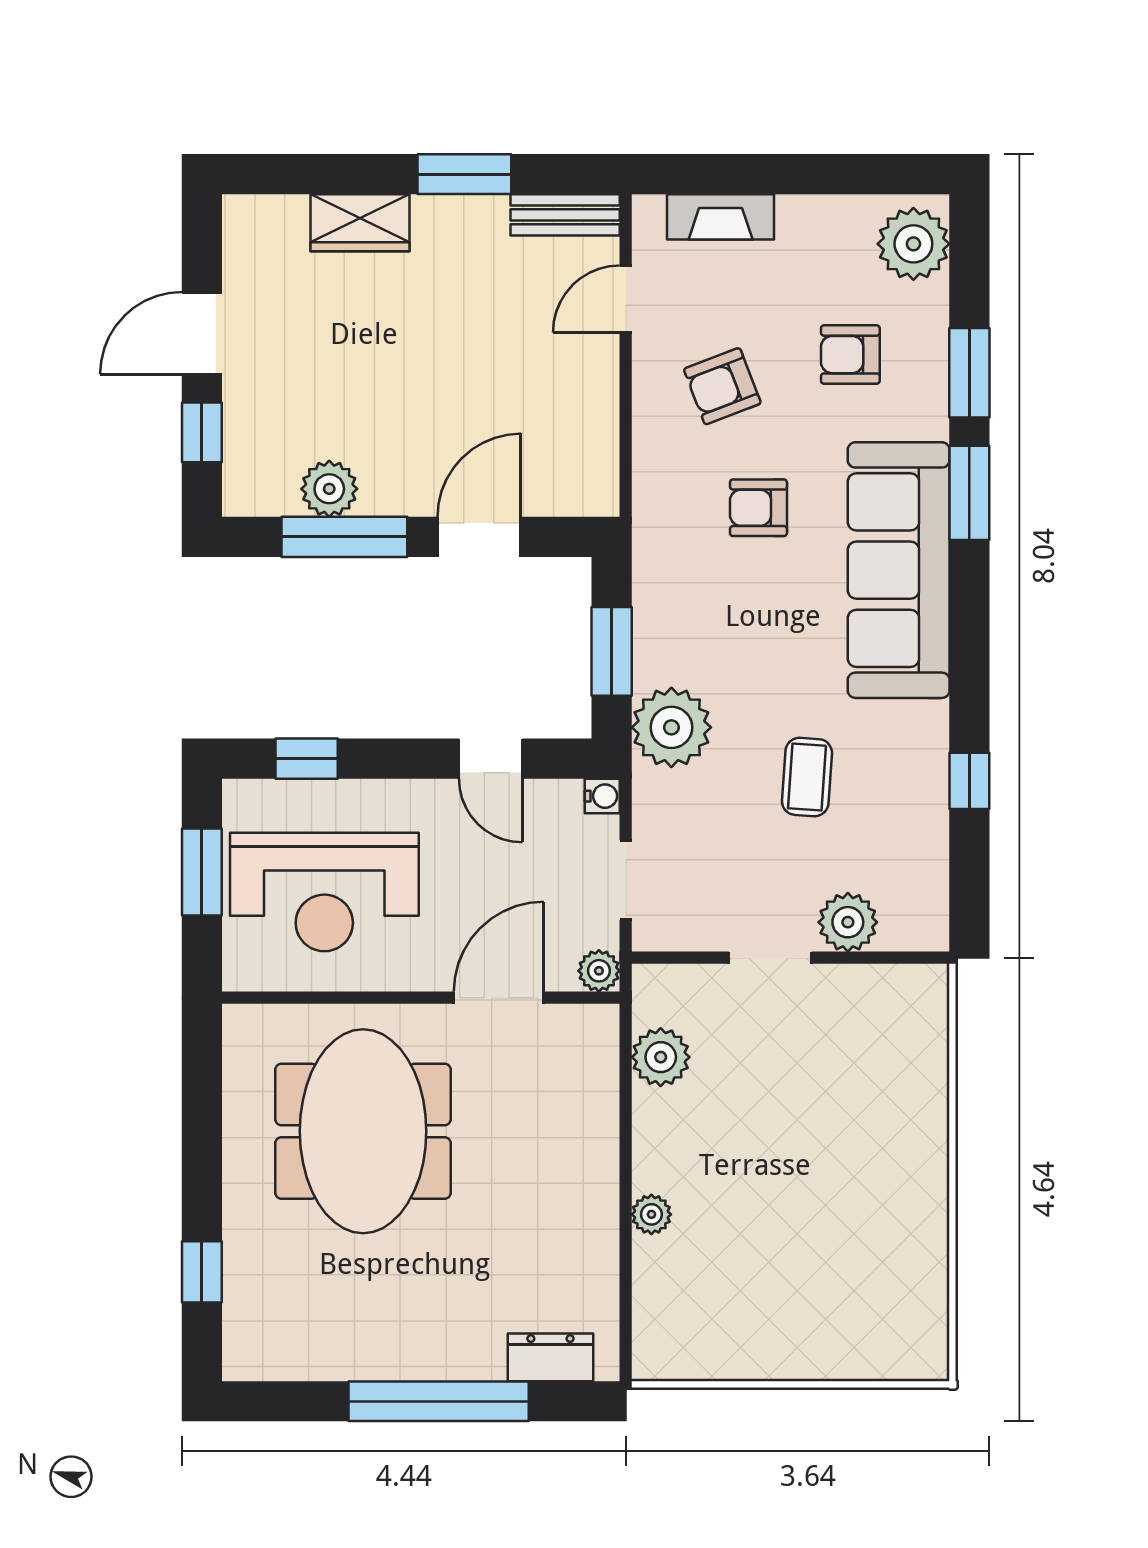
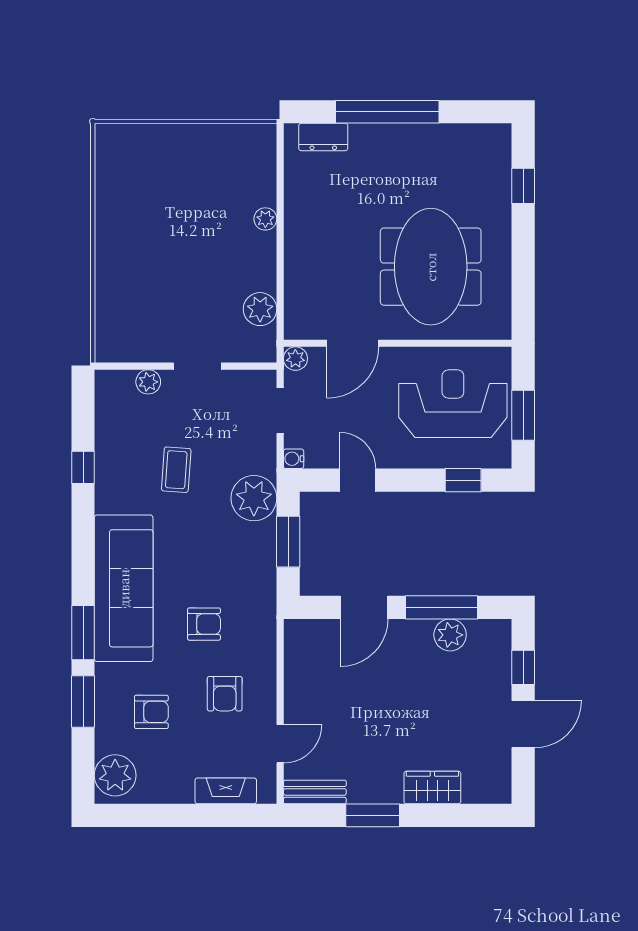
armchair: (722, 386) -> (225, 694), turned 111
plant: (848, 922) -> (148, 382), width x0.73, depth x0.73

